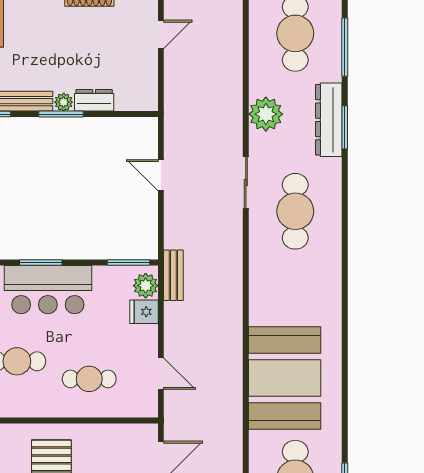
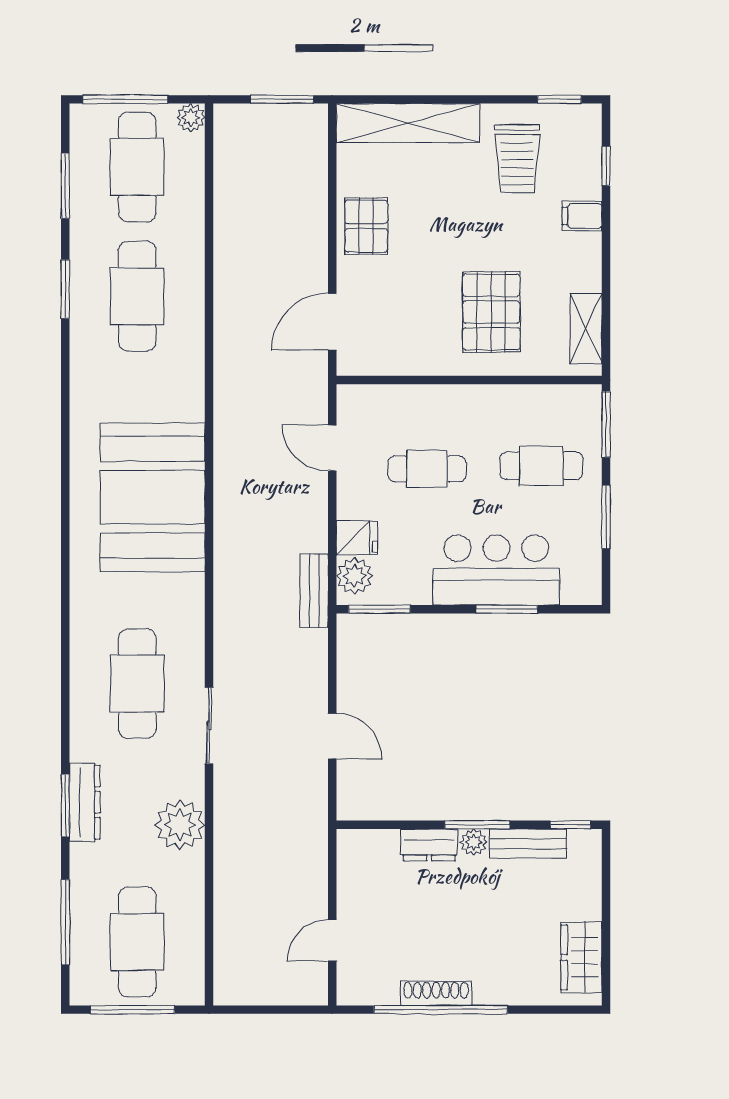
dresser: (329, 120) -> (85, 802), width x0.73, depth x0.80
booth: (285, 378) -> (153, 497), moved
cafe table: (89, 379) -> (427, 469), moved

